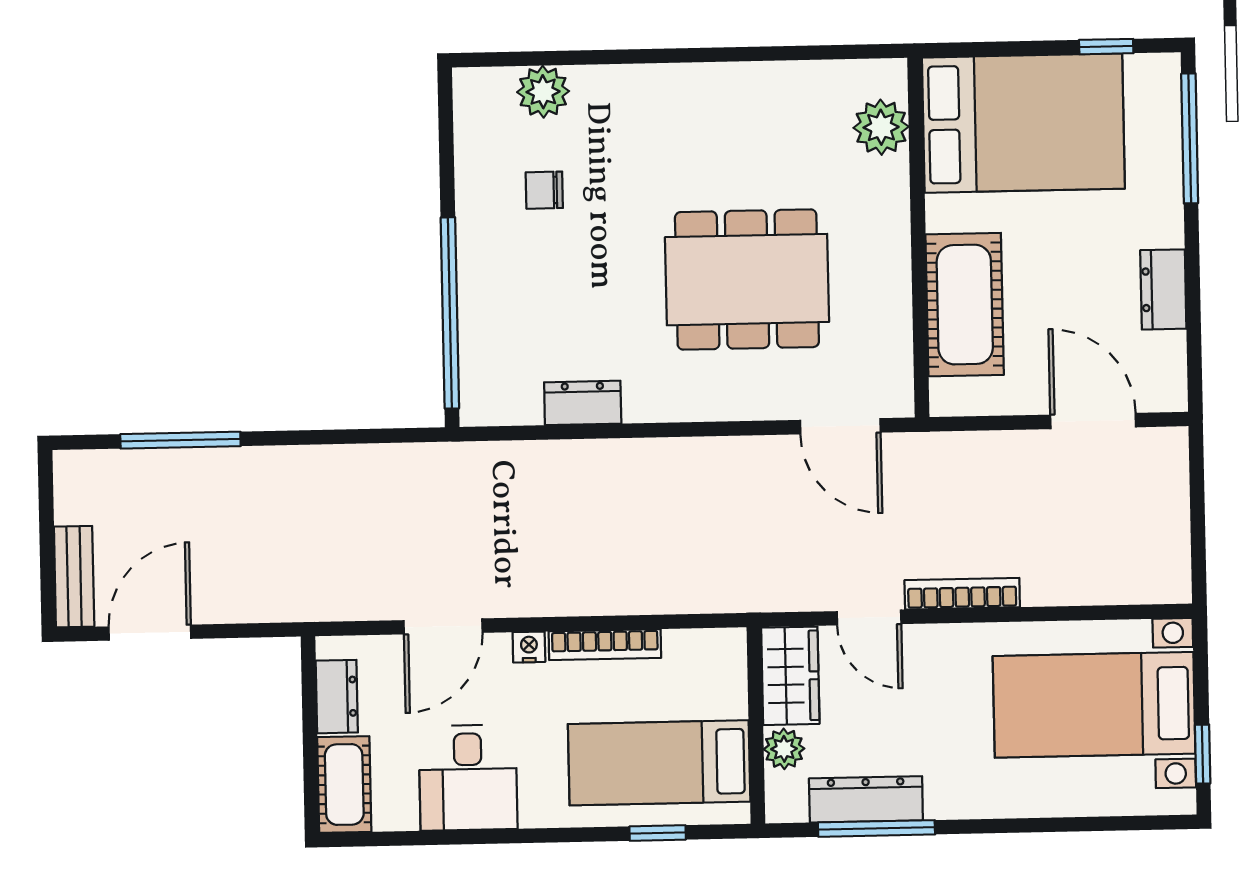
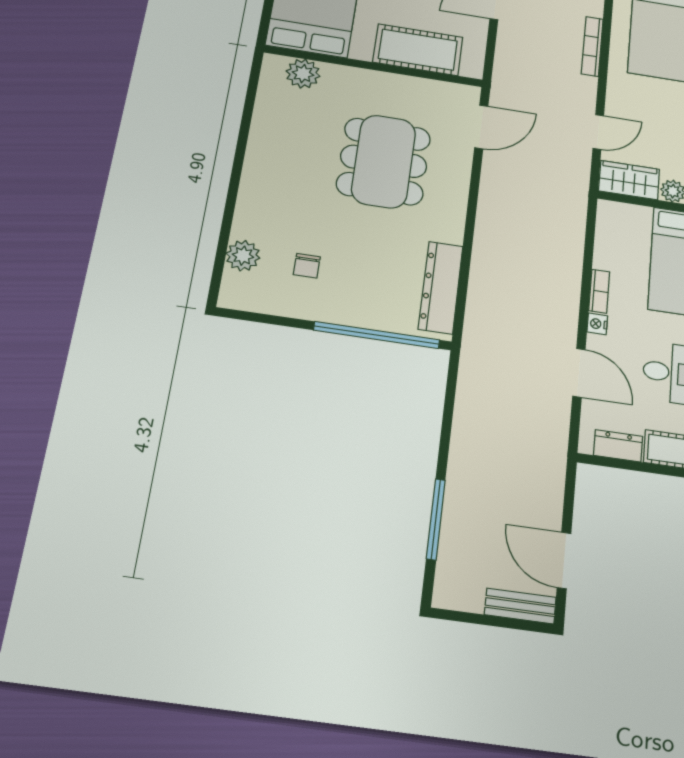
dresser: (583, 403) -> (441, 287), width x1.96, depth x1.24
bookcase: (962, 594) -> (592, 46), moved
bookcase: (605, 645) -> (599, 291), width x0.64

